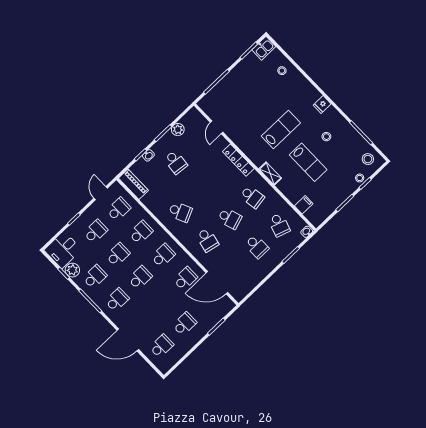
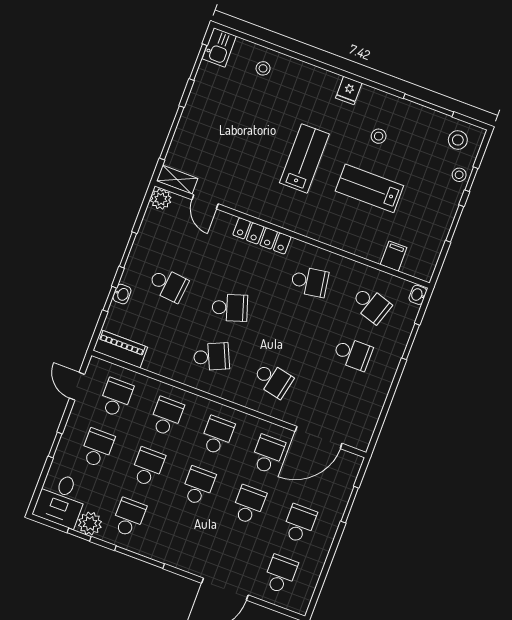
plant: (178, 130) -> (161, 199), moved
lab bench: (308, 162) -> (369, 188), turned 180
shelving: (270, 174) -> (177, 180), moved
school desk: (230, 218) -> (230, 308), moved
school desk: (117, 300) -> (249, 505), moved

